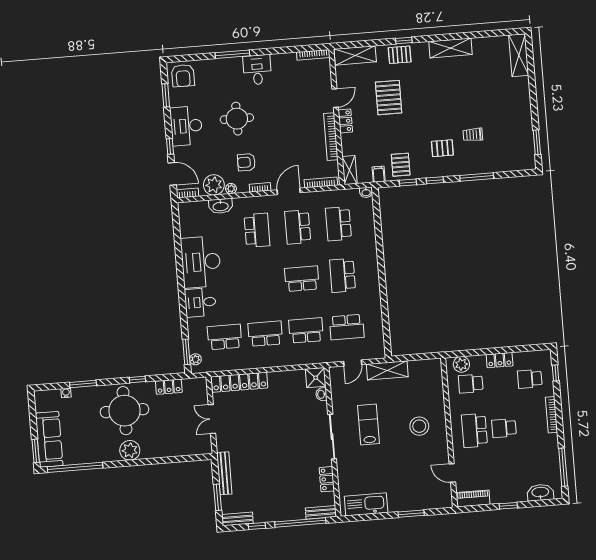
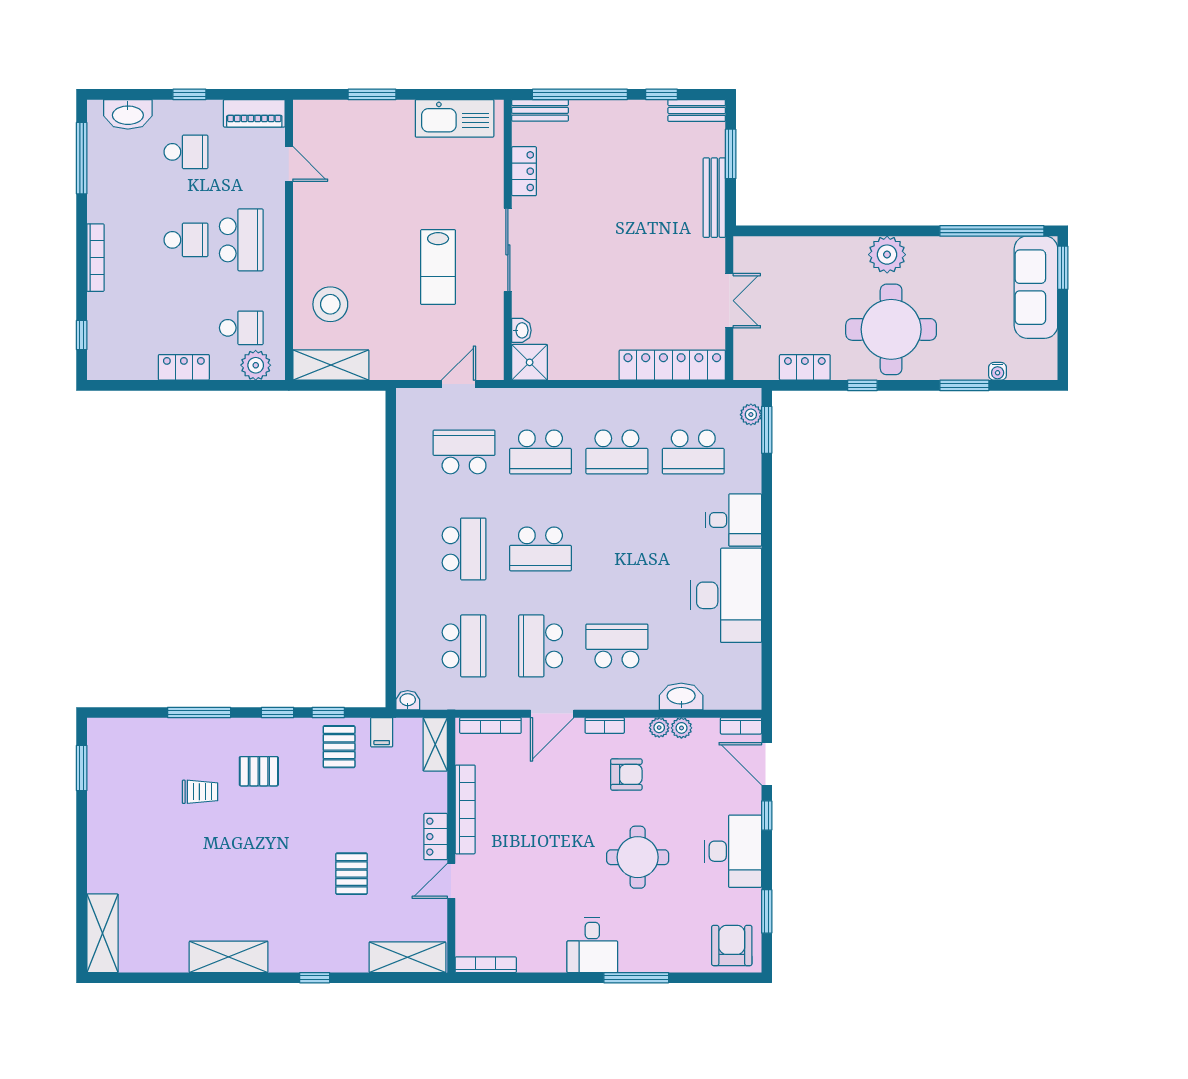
pallet: (400, 55) -> (324, 952), removed
pallet: (389, 98) -> (352, 874), width x0.67, depth x0.71
plant: (214, 185) -> (681, 728), width x0.53, depth x0.53
school desk: (298, 227) -> (540, 646), turned 180
school desk: (257, 230) -> (617, 646), turned 90
shelving: (387, 370) -> (331, 365), moved
school desk: (530, 379) -> (186, 152), moved
stool: (419, 426) -> (330, 304), moved

